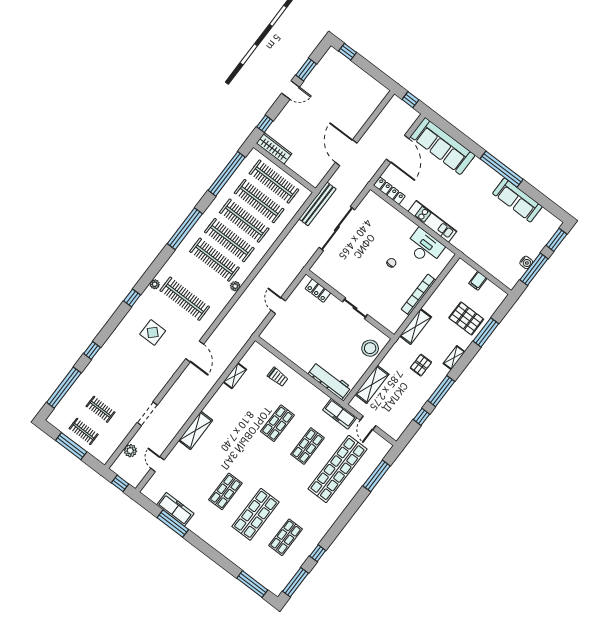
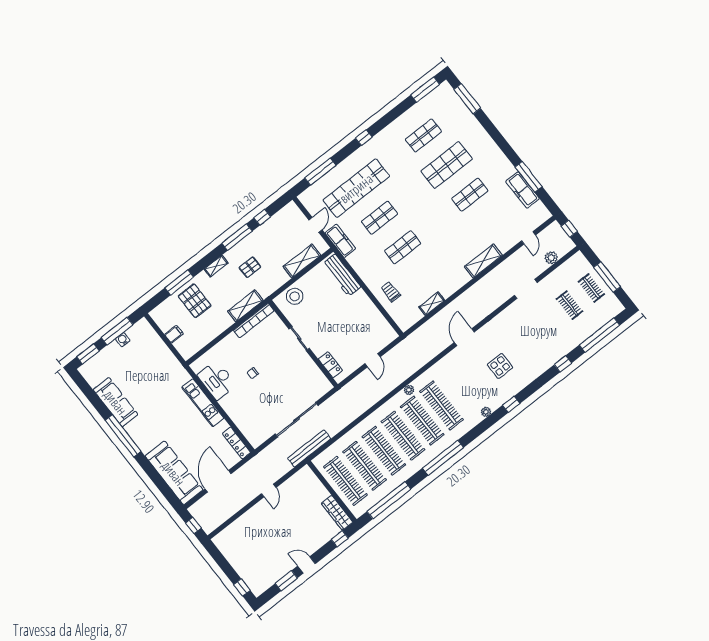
door: (346, 153) -> (269, 491), width x0.53
bookcase: (419, 295) -> (254, 321), moved
clothes rail: (185, 299) -> (441, 405), moved
window: (318, 553) -> (364, 138), moved

